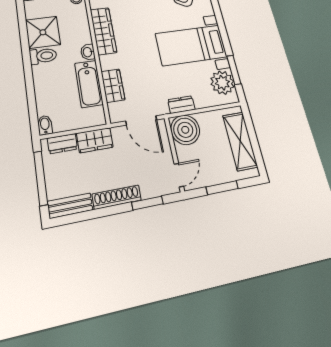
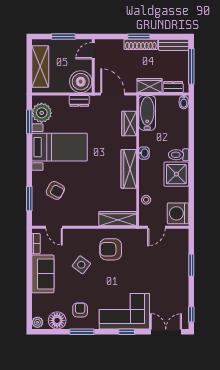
bathtub: (89, 84) -> (147, 113), moved
window: (147, 203) -> (139, 37), moved

